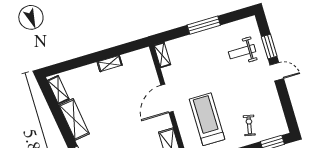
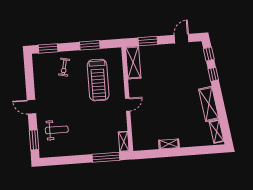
window: (204, 25) -> (106, 157), moved
window: (269, 46) -> (34, 140), moved
door: (167, 98) -> (128, 105), width x0.53

